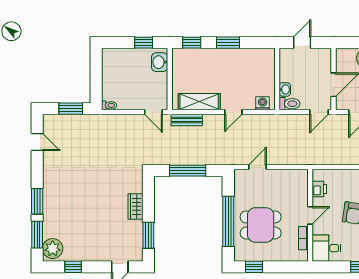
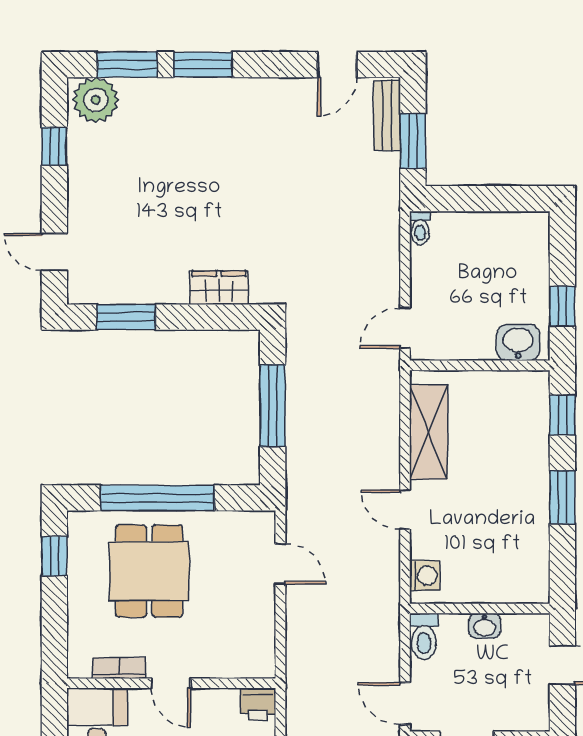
washbasin: (285, 89) -> (485, 626), moved
bench: (187, 120) -> (387, 116), moved
printer: (319, 189) -> (258, 704), moved
wardrobe: (135, 206) -> (219, 288), moved

